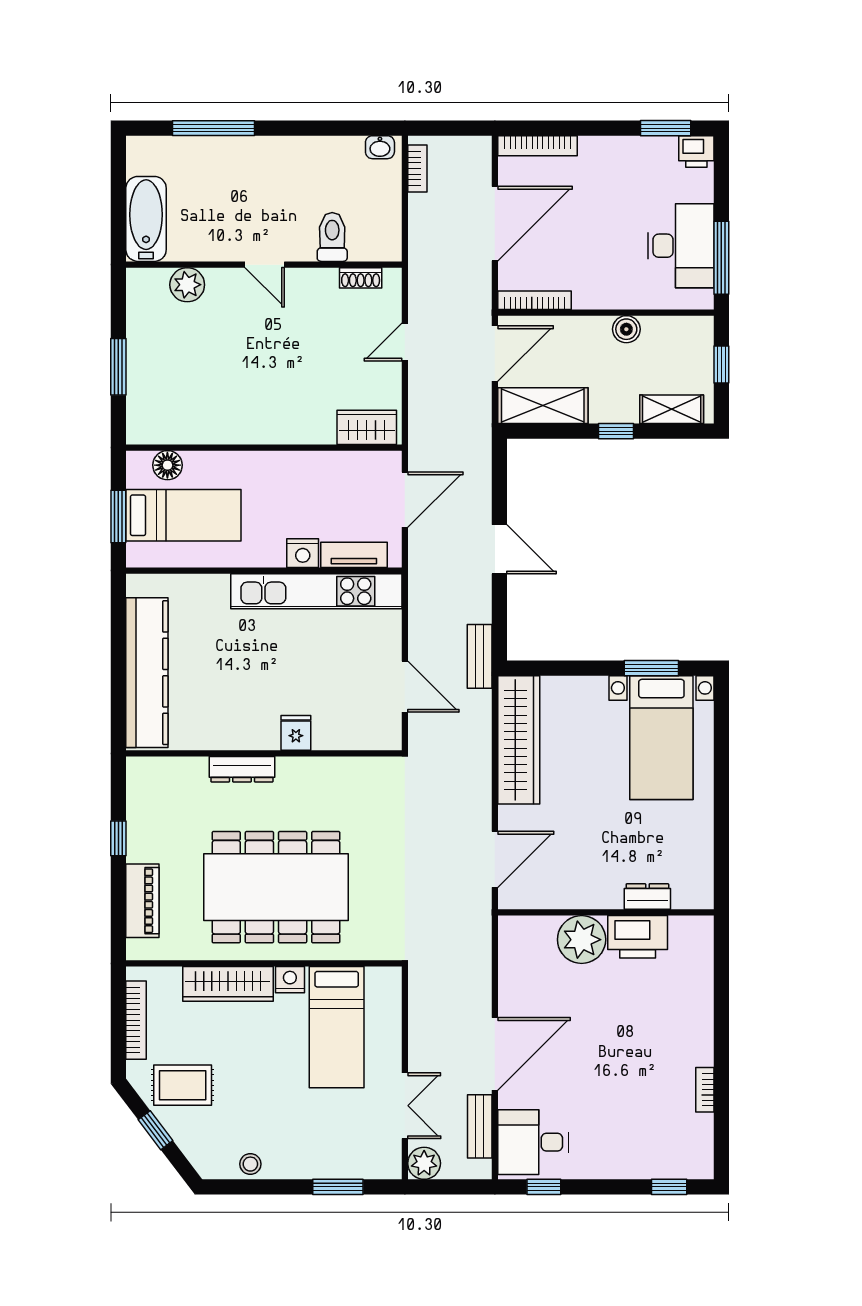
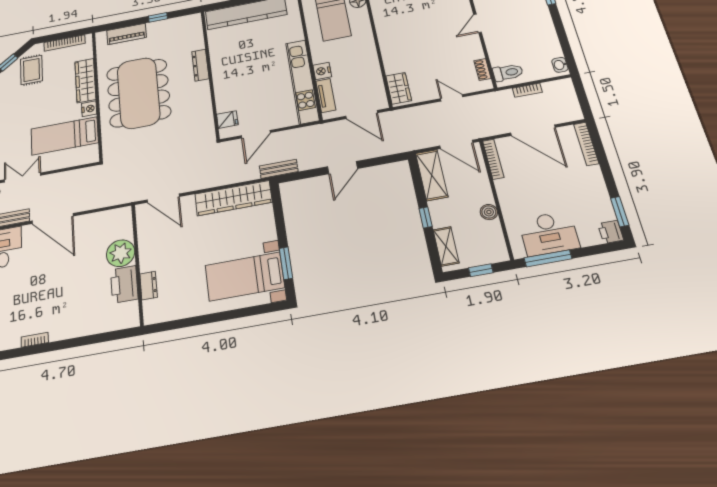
bookcase: (417, 168) -> (527, 90), moved
toilet: (332, 237) -> (508, 73), moved
fridge: (296, 733) -> (227, 120), moved
double door: (405, 1106) -> (23, 178), swing flipped

